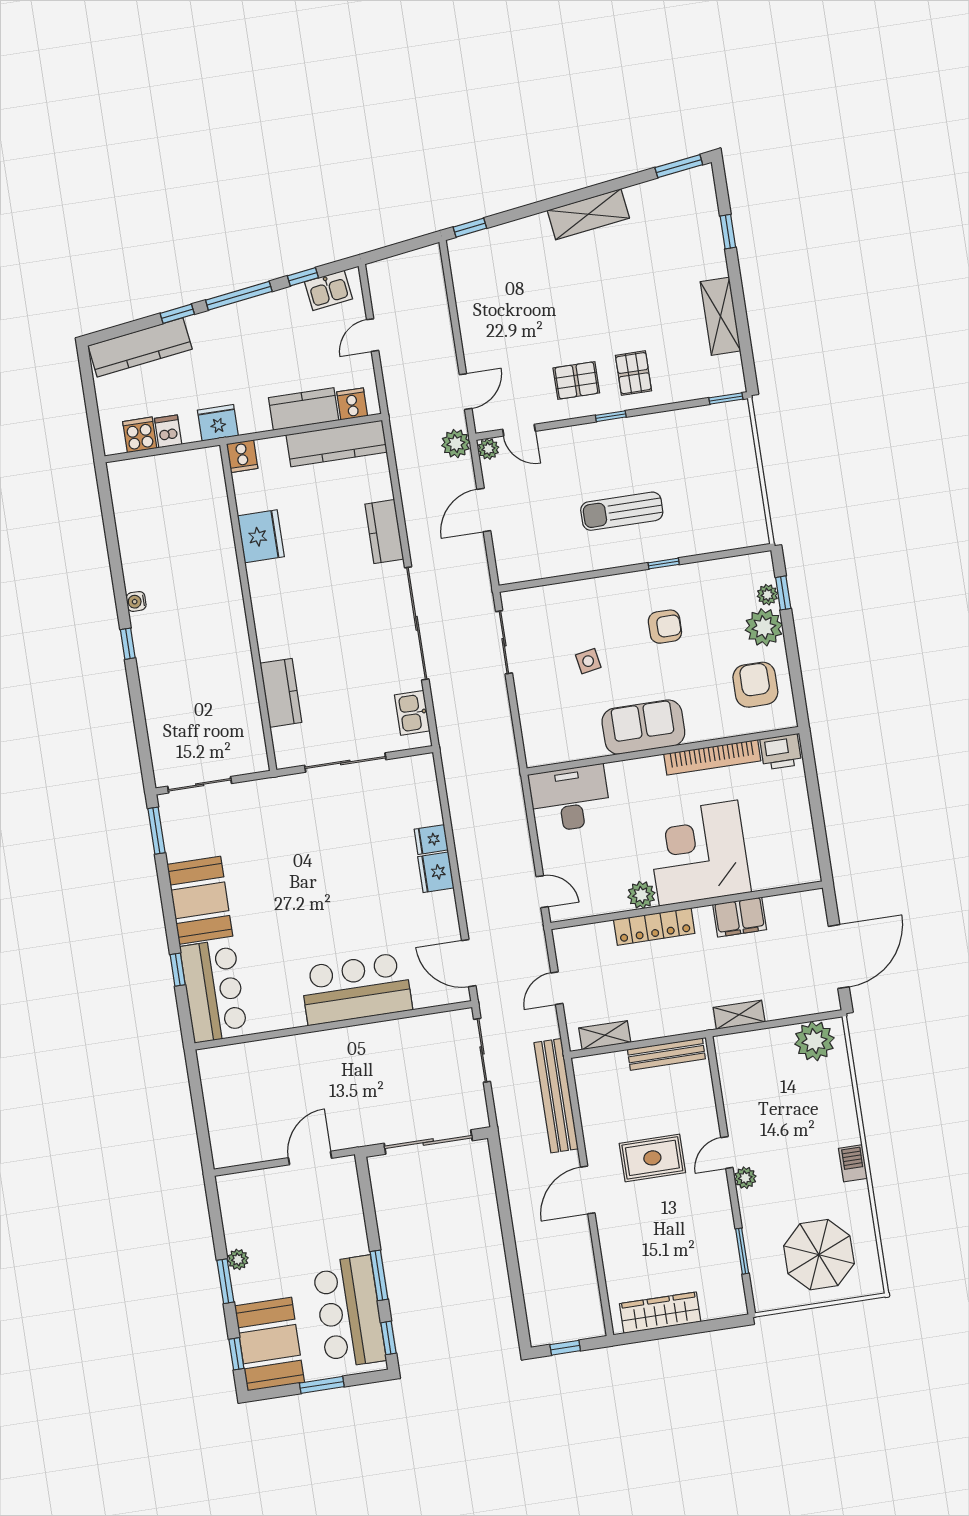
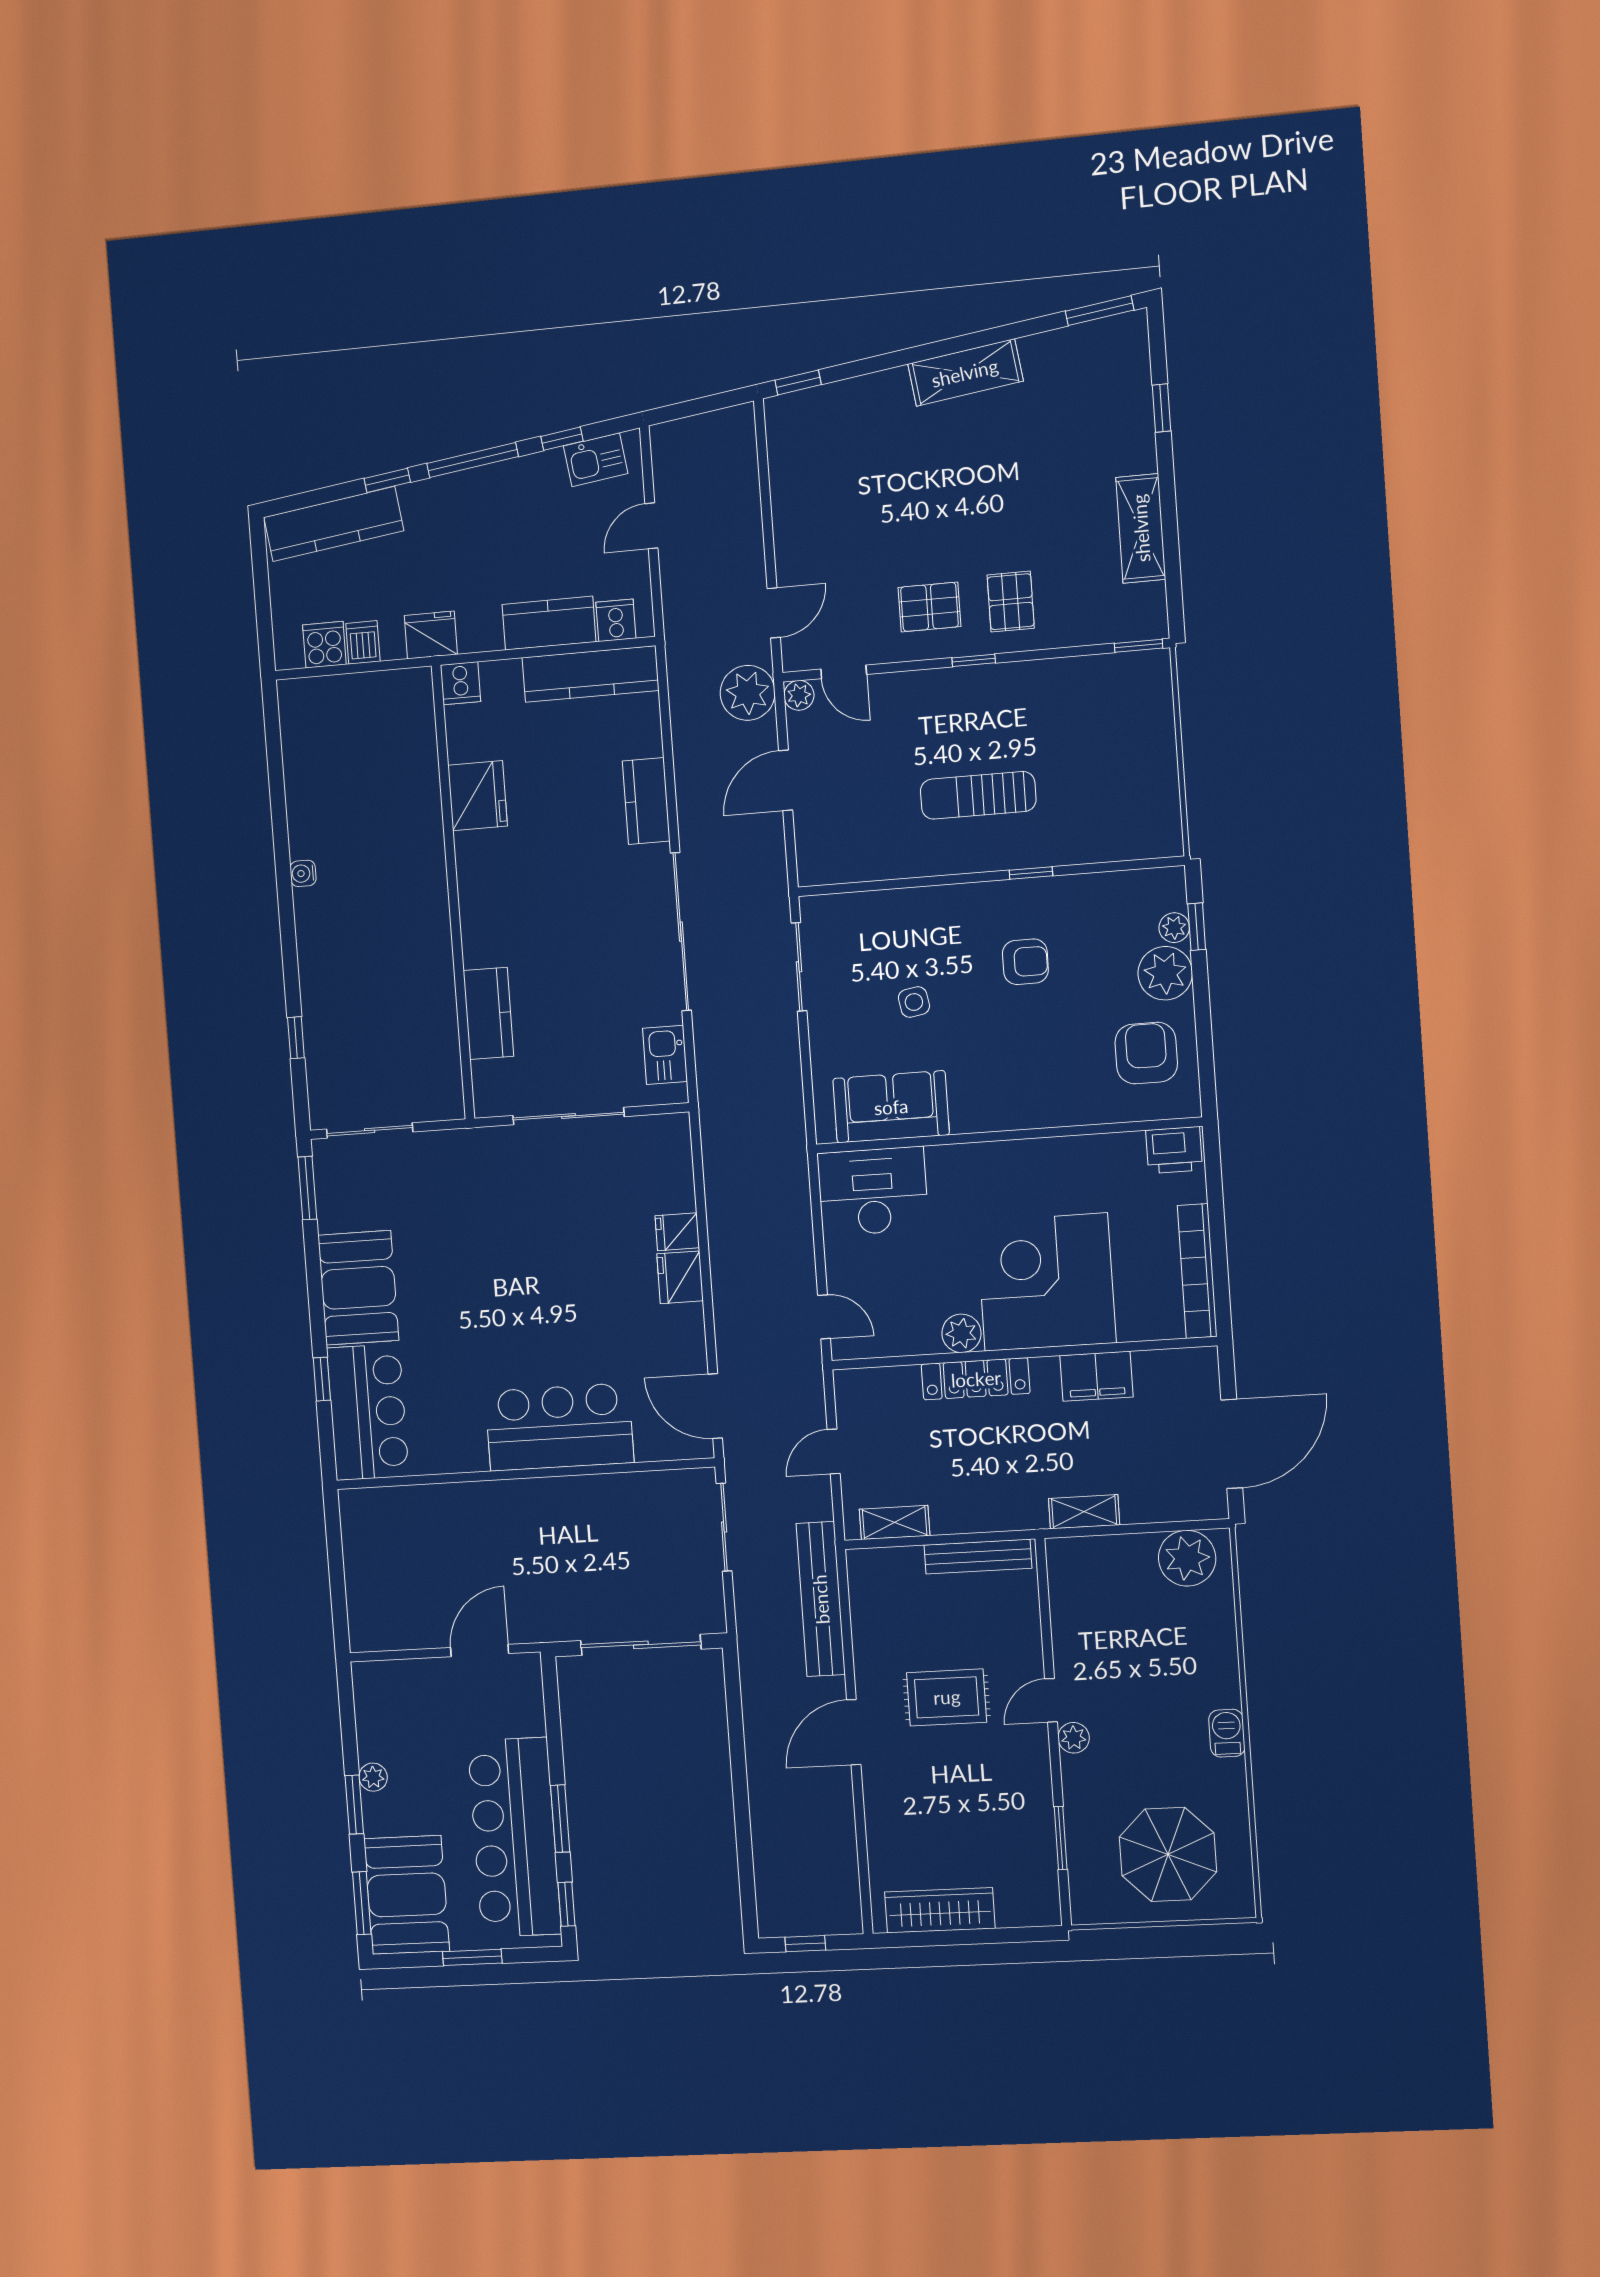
plant: (456, 444) -> (748, 693), width x1.36, depth x1.36
window: (128, 644) -> (296, 1038), moved
sofa: (643, 727) -> (891, 1107), moved
bookcase: (712, 757) -> (1197, 1271), moved, turned 90
bar counter: (349, 1312) -> (514, 1837), width x1.36
window: (236, 1354) -> (362, 1903), width x1.50

